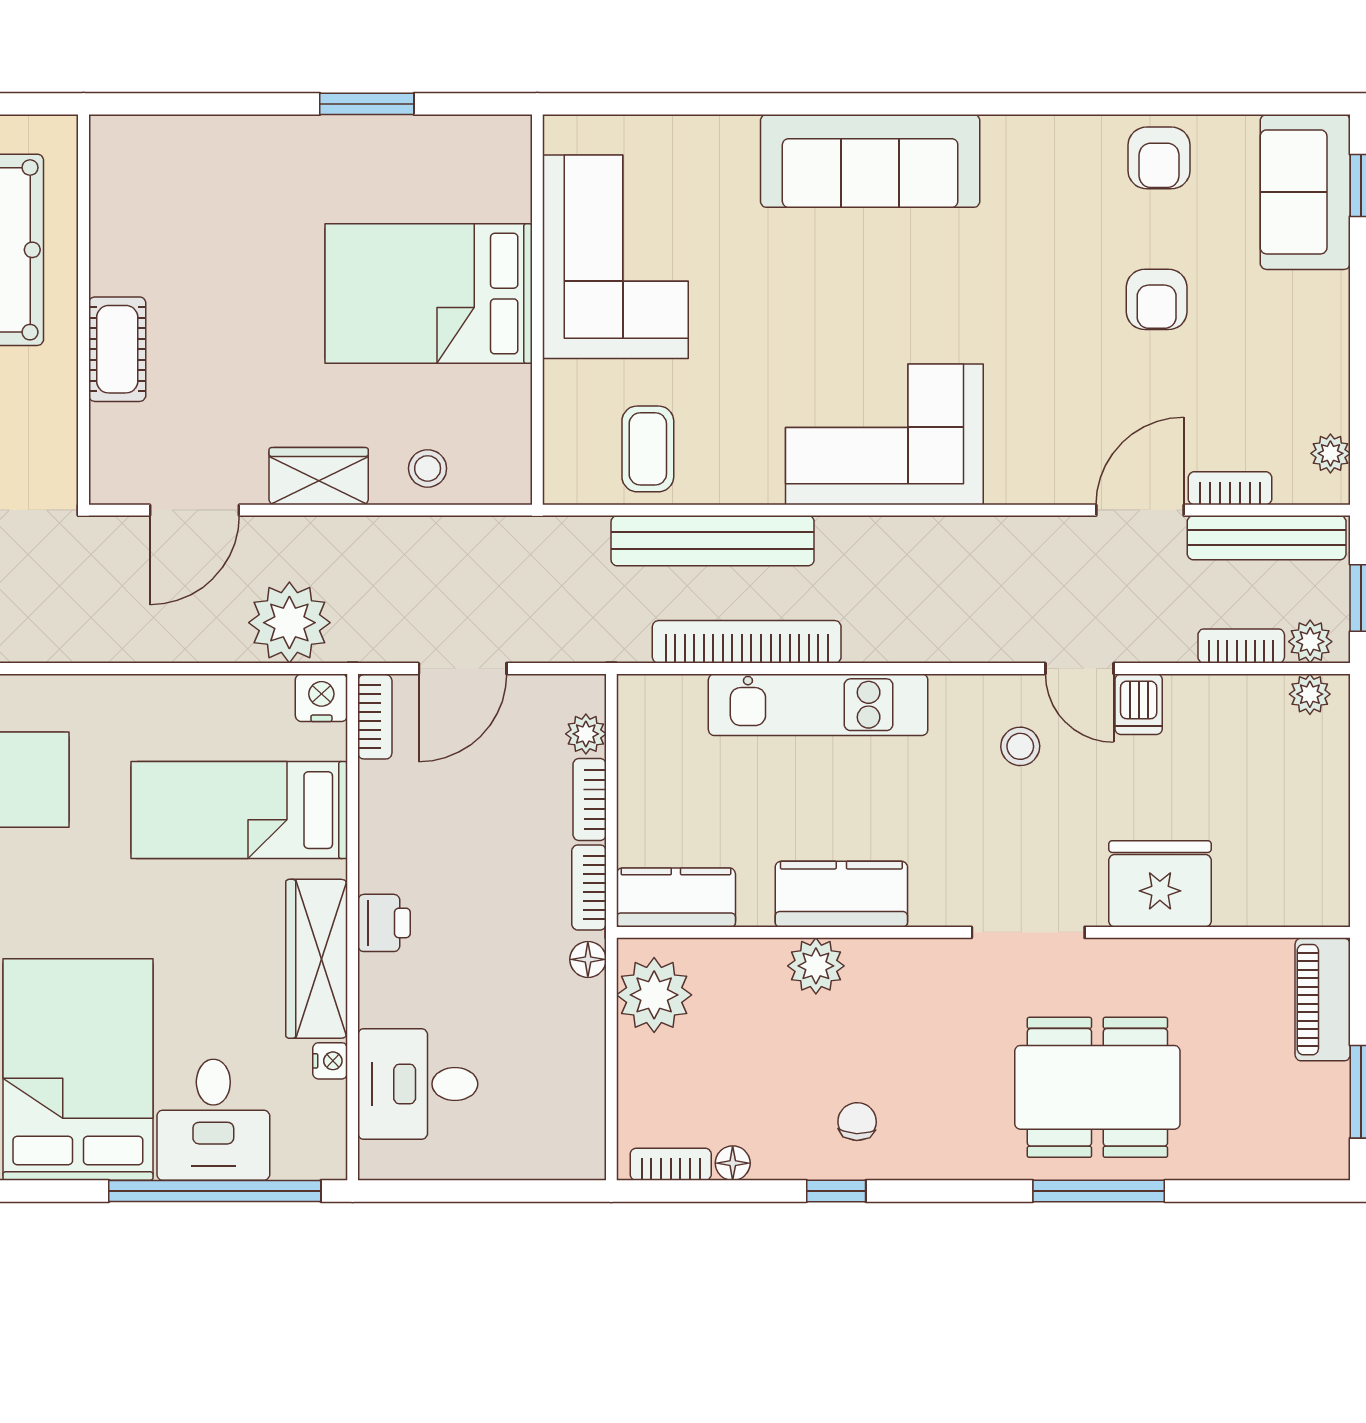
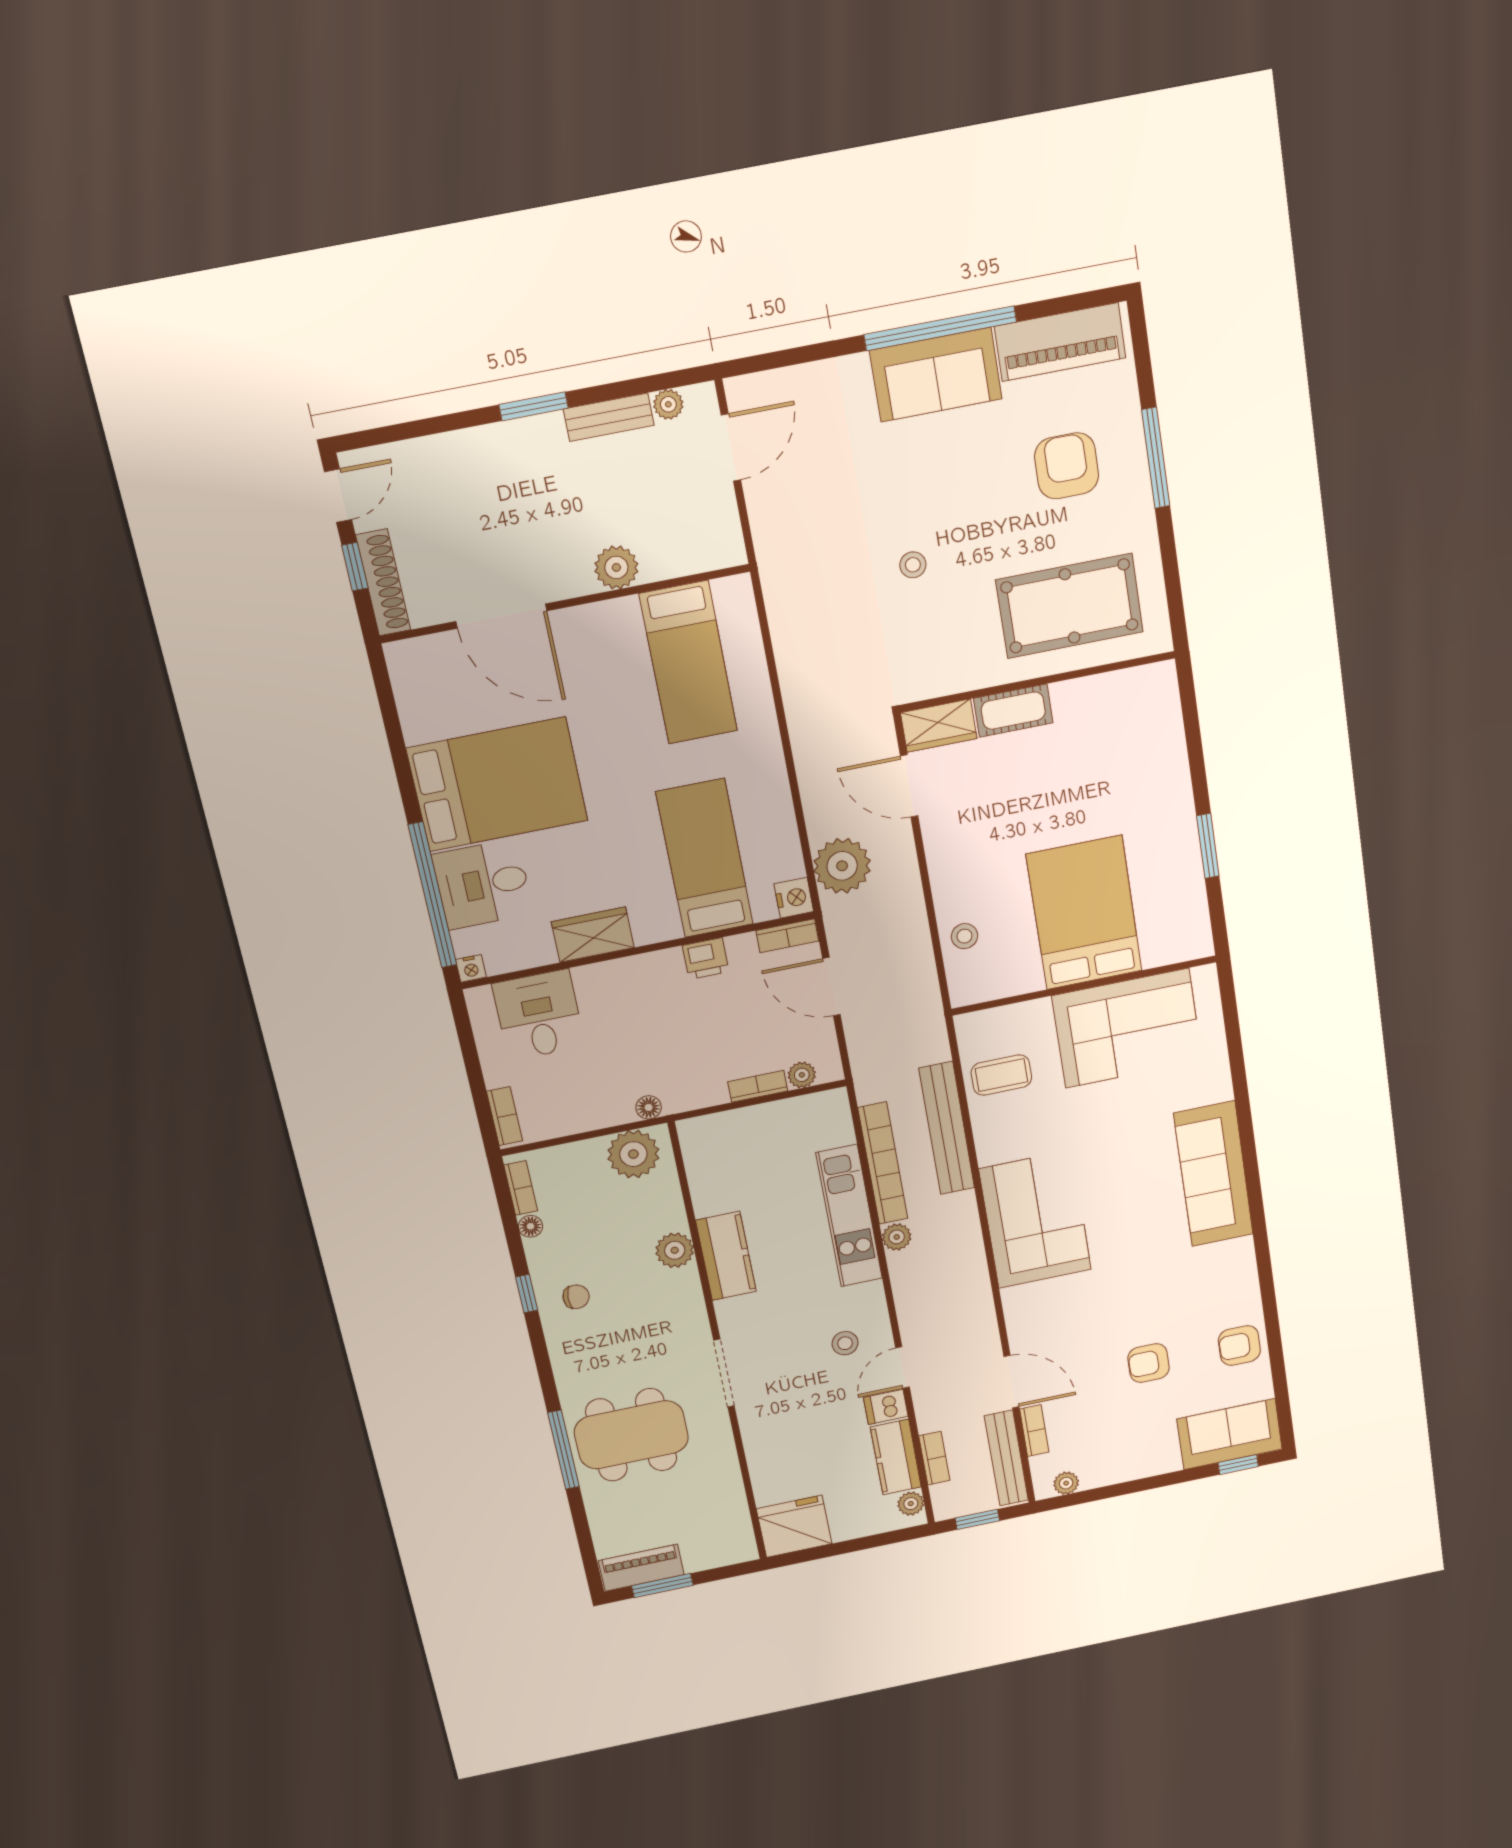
wardrobe: (319, 476) -> (939, 726), moved, turned 90
plant: (1310, 642) -> (897, 1237), moved
fridge: (1160, 884) -> (794, 1526), moved, turned -90
bookcase: (589, 887) -> (505, 1116), moved, turned 90
kitchen counter: (676, 897) -> (896, 1457), moved, turned 180
printer: (384, 923) -> (706, 959), moved
wardrobe: (317, 959) -> (593, 935), width x0.67
piano: (1323, 1000) -> (641, 1568), moved
nightstand: (330, 1061) -> (471, 968), moved
dining table: (1097, 1087) -> (631, 1435), turned 90

